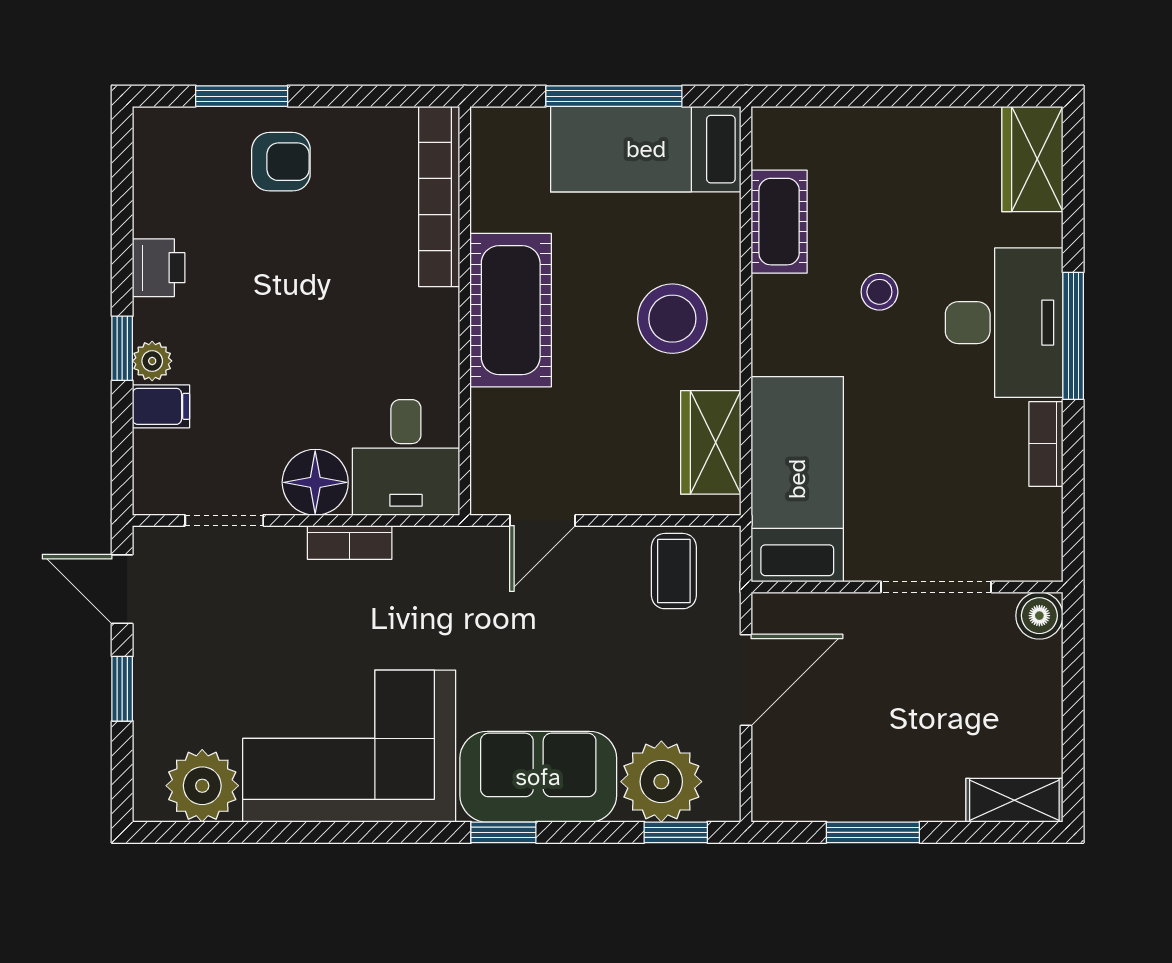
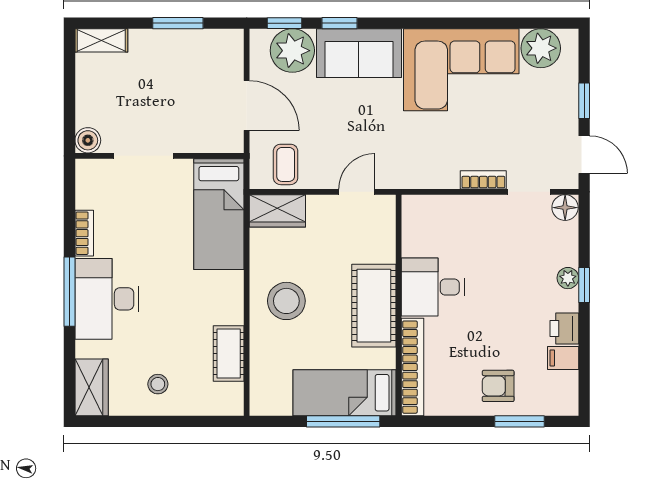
window: (614, 96) -> (343, 421), moved
bed: (646, 149) -> (344, 393), moved, turned 180
stool: (879, 292) -> (158, 384), moved
filing cabinet: (161, 406) -> (563, 358), moved
wardrobe: (711, 442) -> (277, 211), moved, turned 90
desk: (406, 457) -> (433, 287), moved, turned -90
floor lamp: (315, 482) -> (565, 208), moved, width x0.73, depth x0.73
bookcase: (350, 542) -> (483, 180), moved
door: (746, 680) -> (247, 105), swing flipped
window: (503, 832) -> (340, 23), moved

